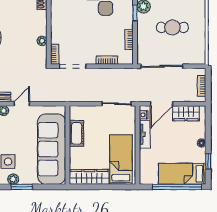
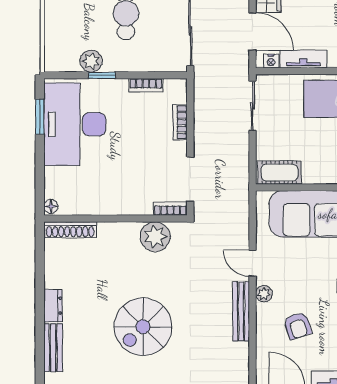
plant: (42, 41) -> (155, 237), width x1.88, depth x1.88
cot: (76, 133) -> (279, 173), moved

